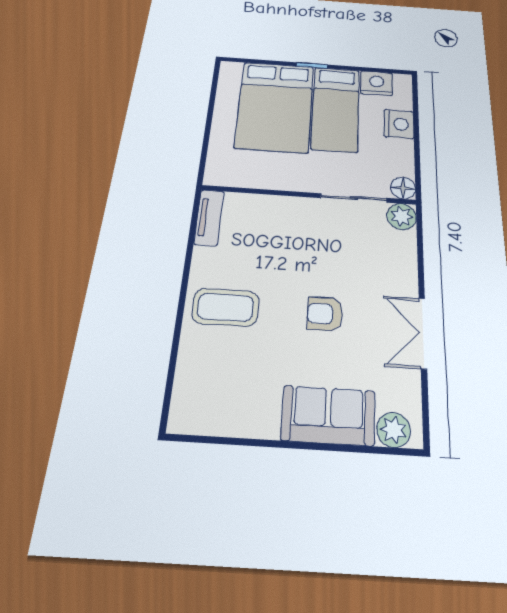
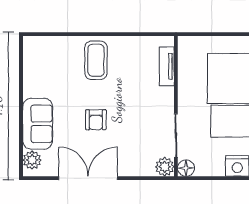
tv unit: (209, 217) -> (167, 66), moved, turned 90
armchair: (325, 314) -> (96, 120), turned 180
double door: (423, 333) -> (88, 178), width x1.37

